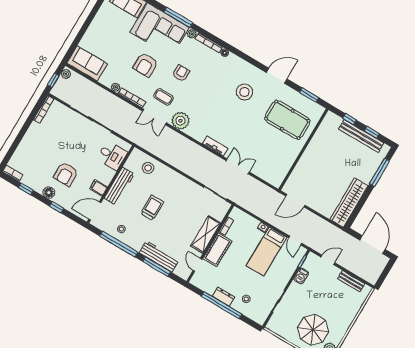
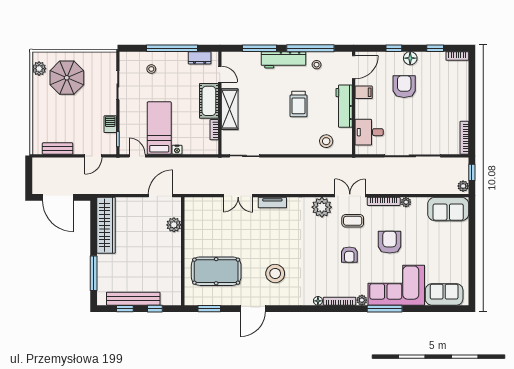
plant: (298, 173) -> (174, 225), added
workbench: (159, 256) -> (283, 60), moved
dresser: (223, 297) -> (200, 58), moved

